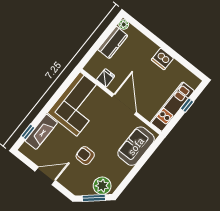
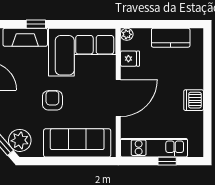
plant: (124, 24) -> (127, 34), moved
window: (28, 132) -> (36, 24), moved
sofa: (136, 146) -> (77, 143), width x1.36
armchair: (85, 156) -> (52, 100), moved

